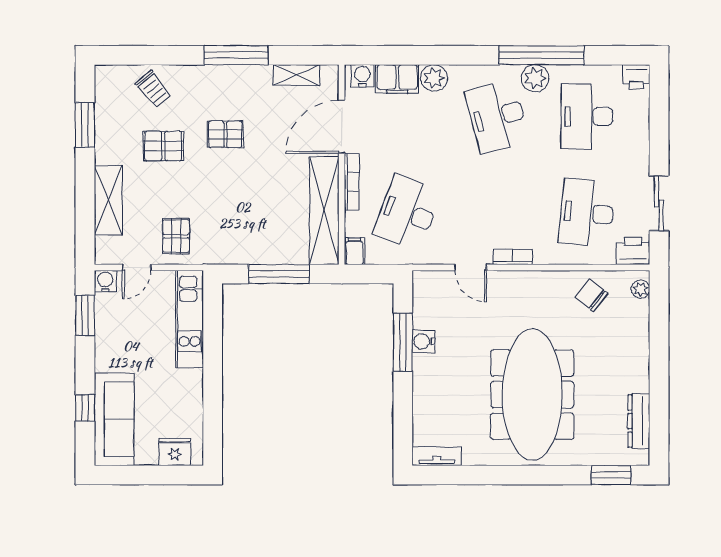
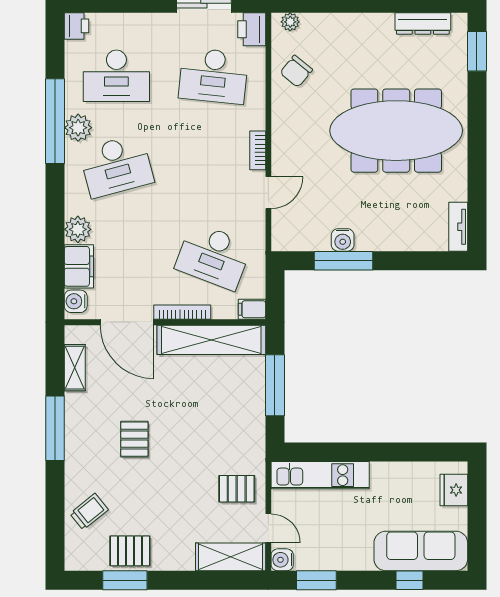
pallet: (163, 146) -> (130, 551), moved, turned 90
shelving: (108, 200) -> (231, 557), moved

